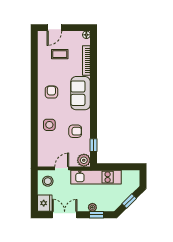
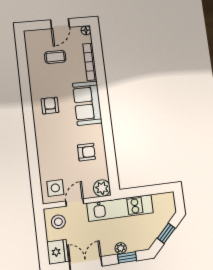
door: (54, 28) -> (60, 24), moved
side table: (49, 125) -> (55, 188), moved
window: (94, 145) -> (112, 167), removed

